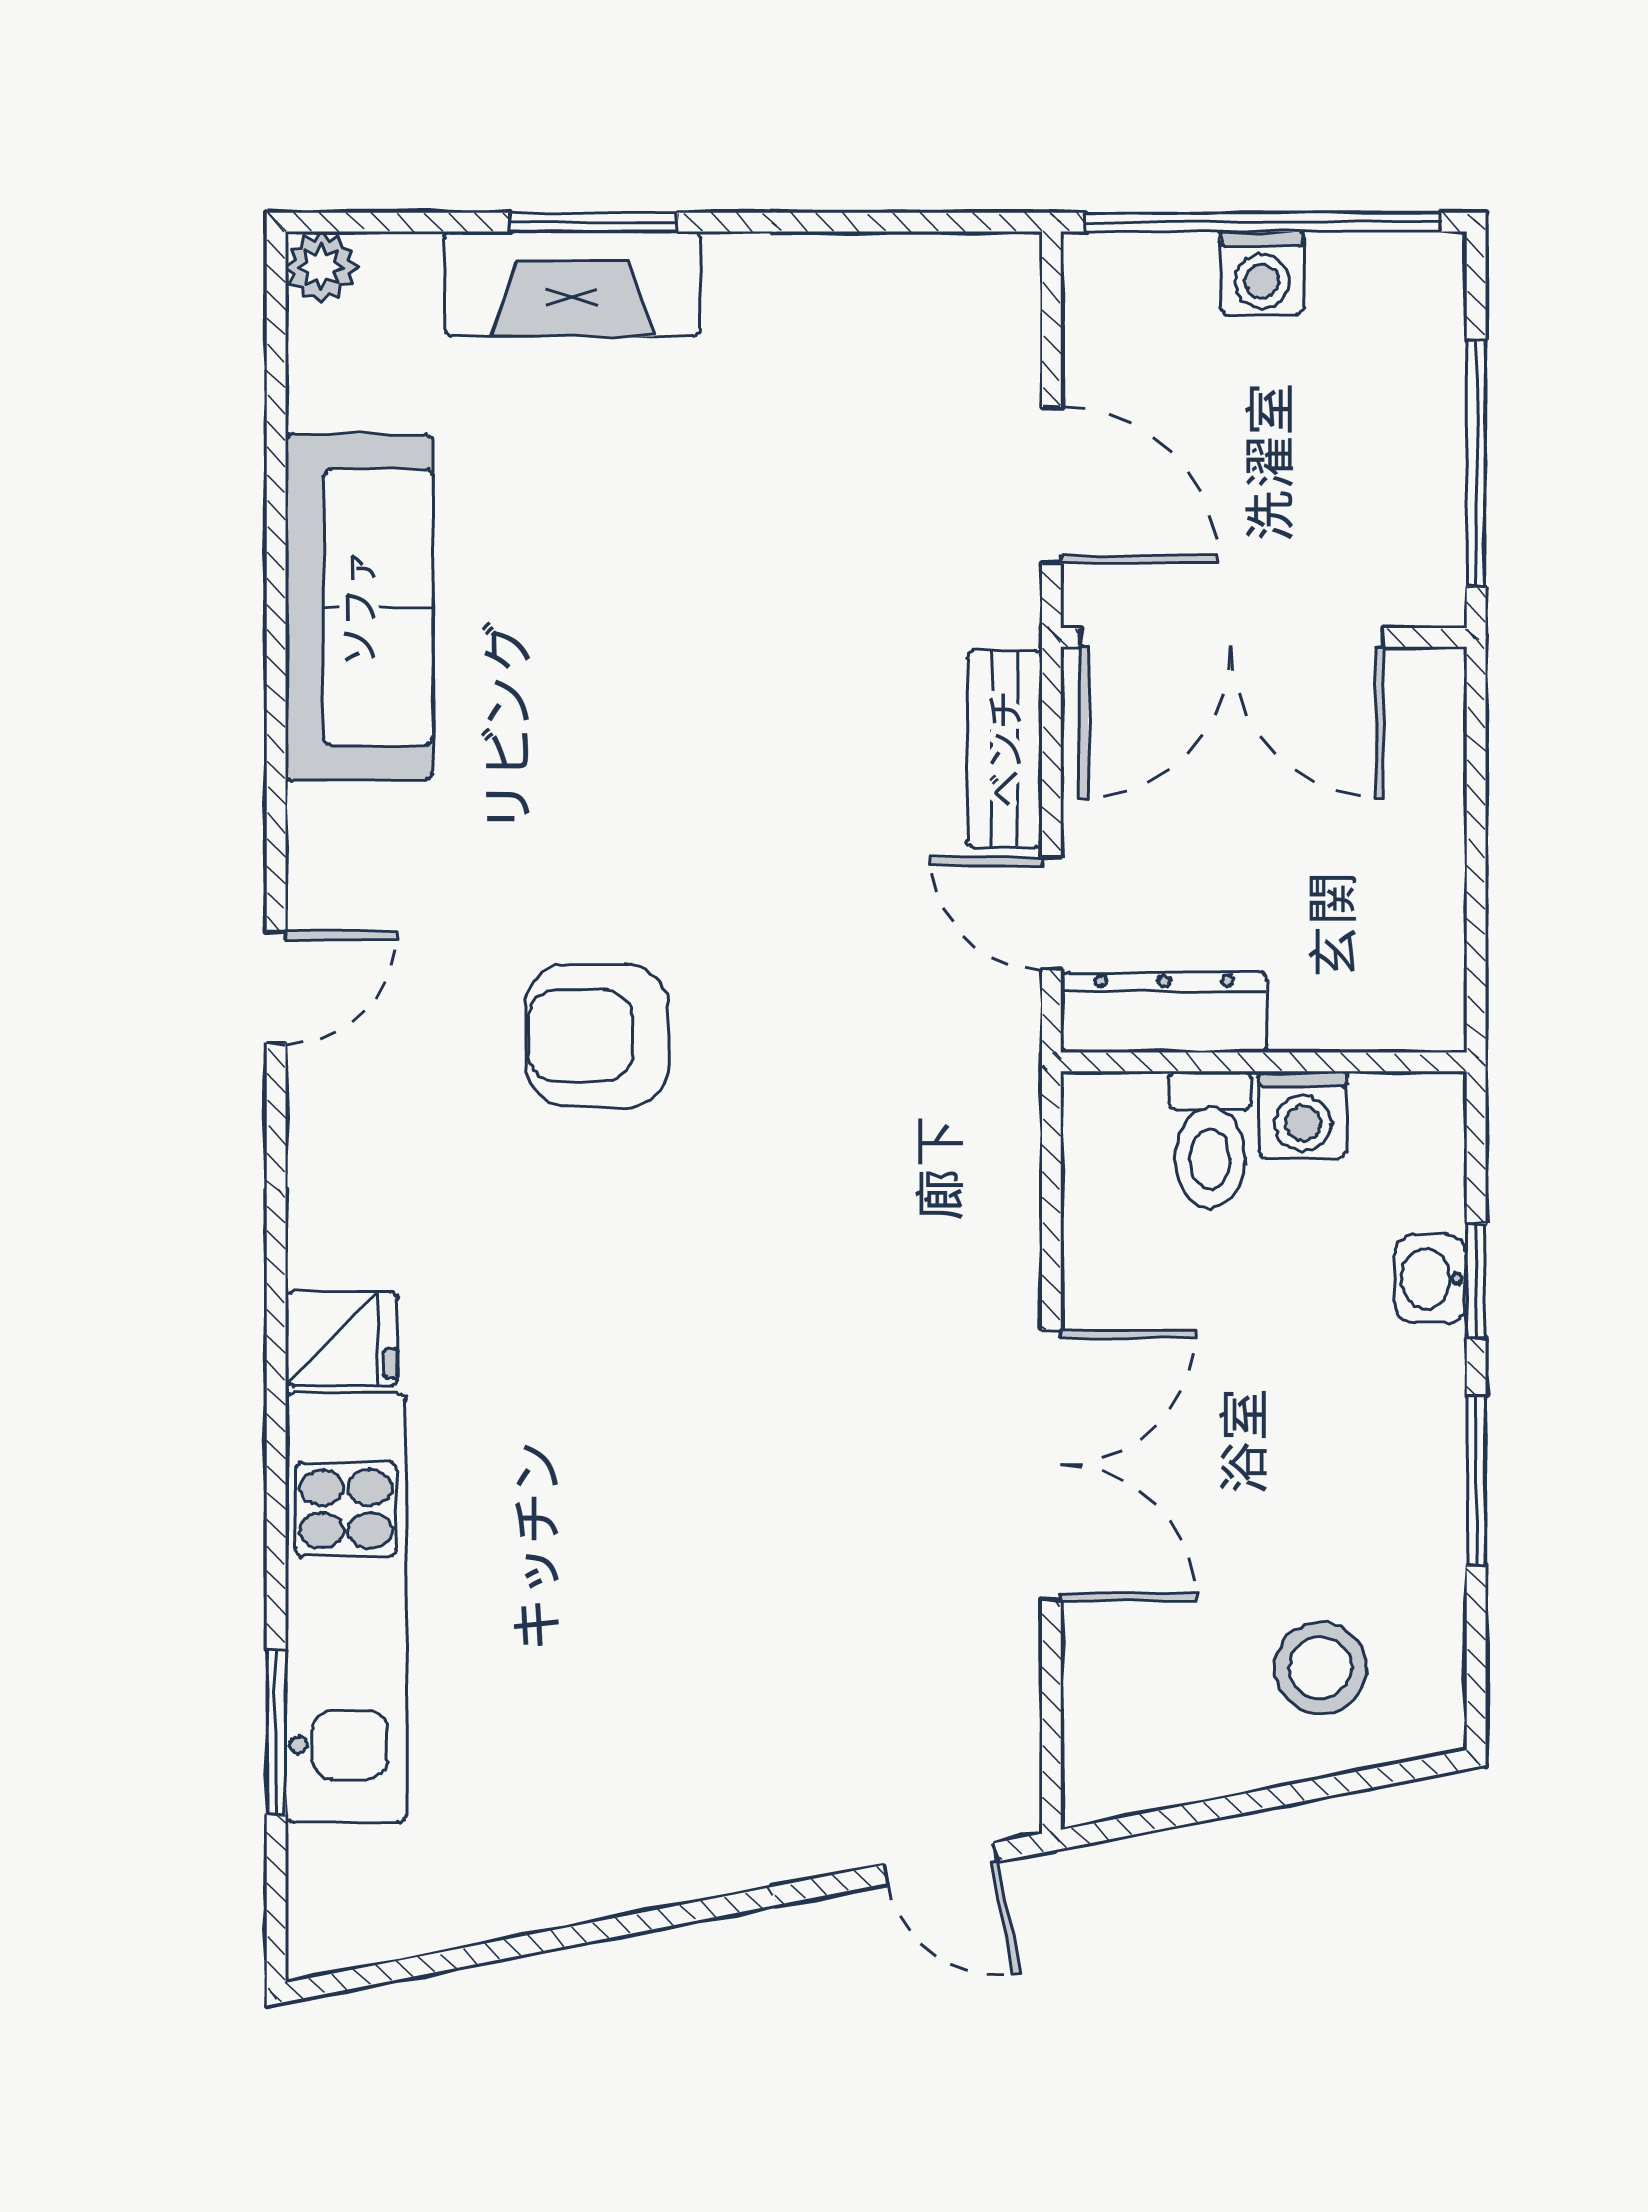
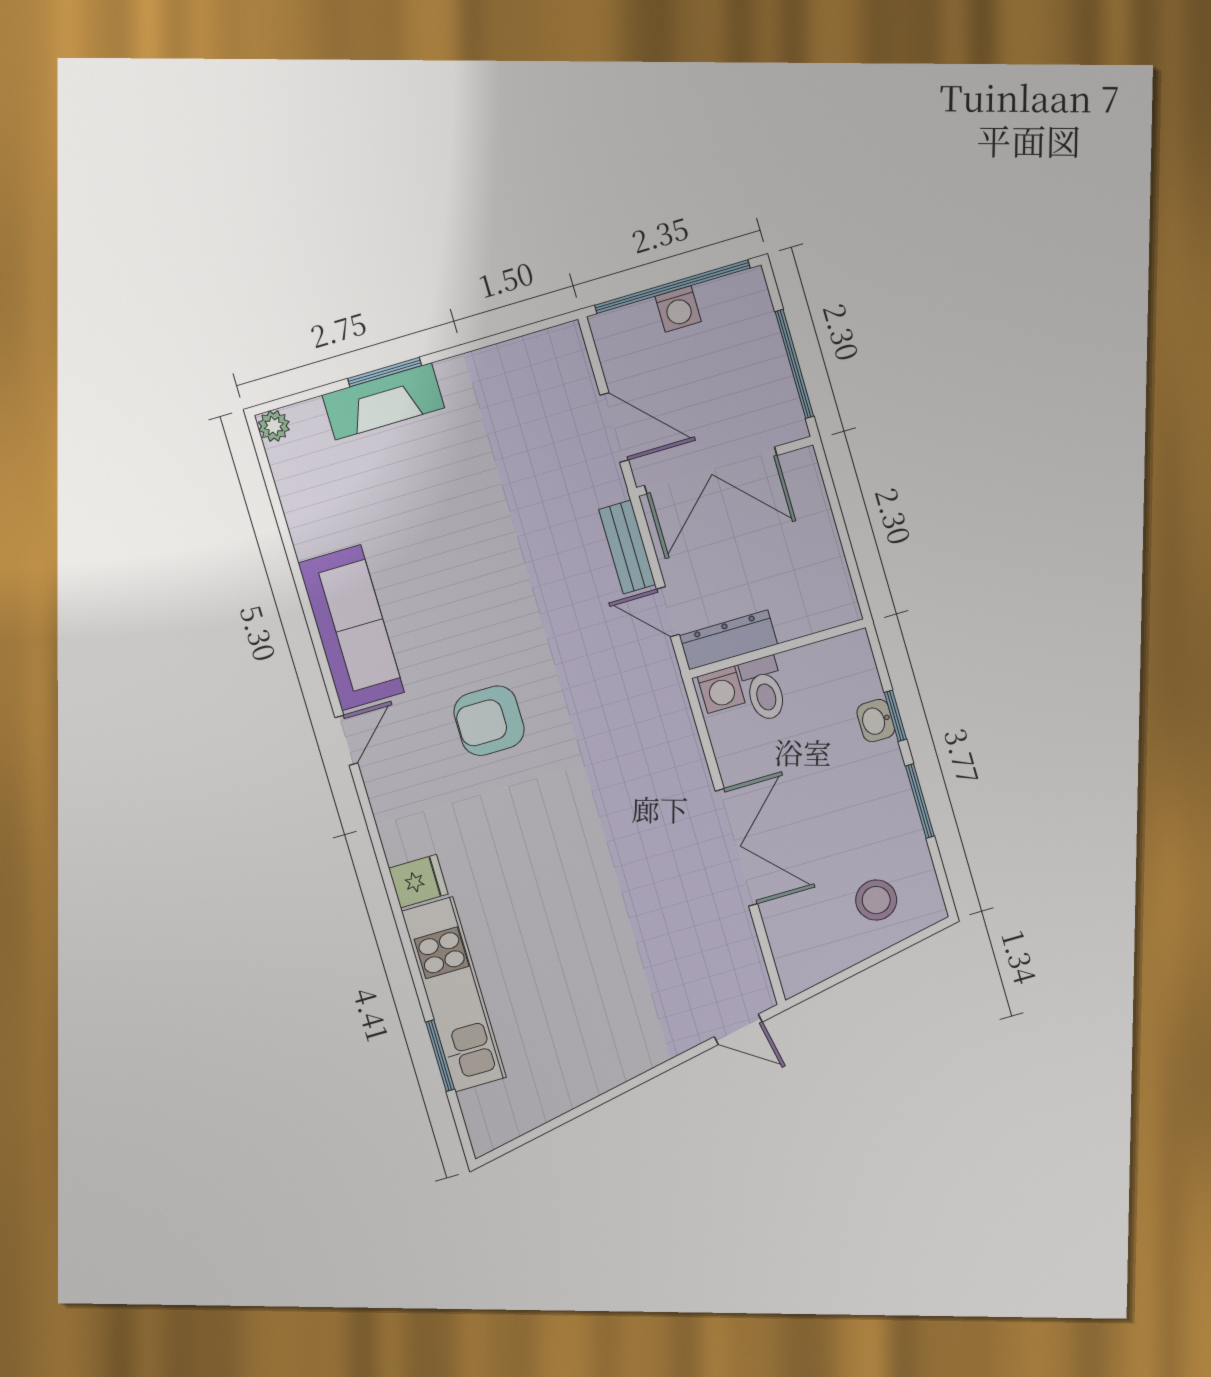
sofa: (359, 607) -> (351, 628), moved
washing machine: (1303, 1115) -> (721, 690), moved

